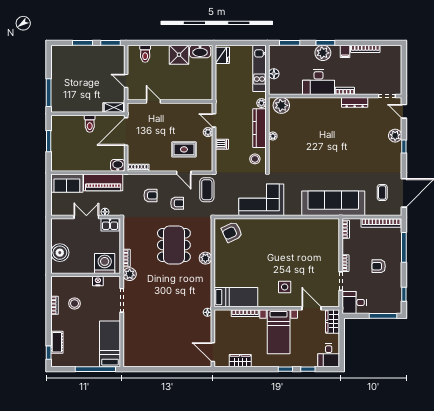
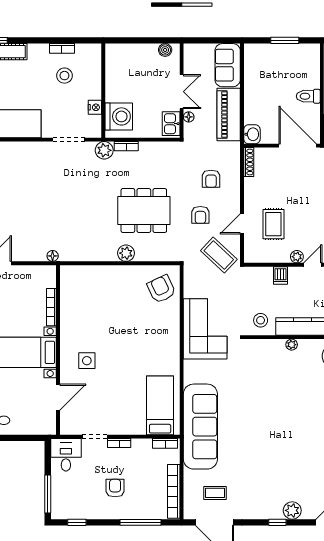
coffee table: (207, 190) -> (219, 255), turned 43
boiler: (60, 253) -> (165, 50), moved, width x0.54, depth x0.54
bed: (236, 297) -> (160, 405), moved, turned 180
wardrobe: (332, 321) -> (40, 426), removed

